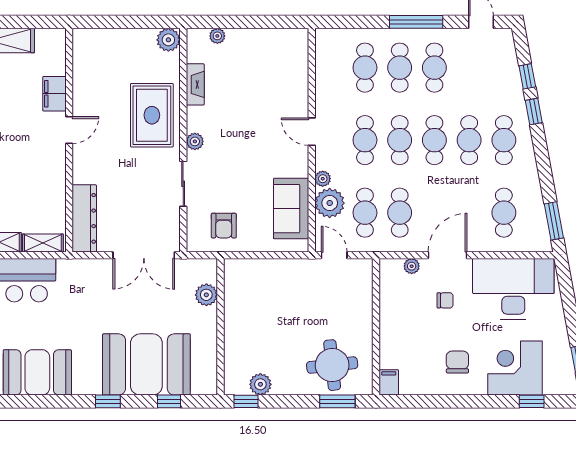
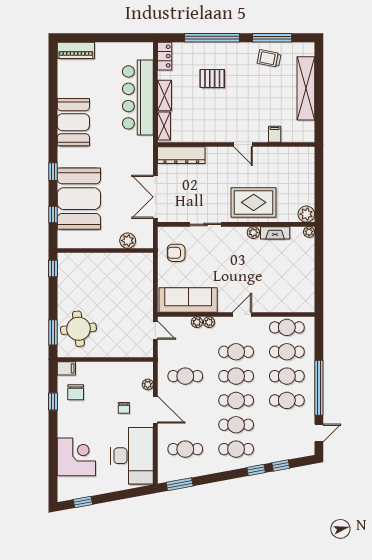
window: (416, 22) -> (319, 388), width x1.46
plant: (217, 36) -> (309, 232), moved
filing cabinet: (54, 94) -> (275, 134), width x0.50
plant: (195, 141) -> (253, 233), moved
plant: (330, 203) -> (197, 322), width x0.53, depth x0.53
sofa: (291, 209) -> (188, 300), width x1.36
cafe table: (365, 213) -> (287, 327), moved
door: (334, 255) -> (155, 330), hinge flipped
chair: (457, 362) -> (76, 392), moved, turned 90
plant: (260, 384) -> (65, 279), removed
window: (532, 401) -> (53, 401), moved

